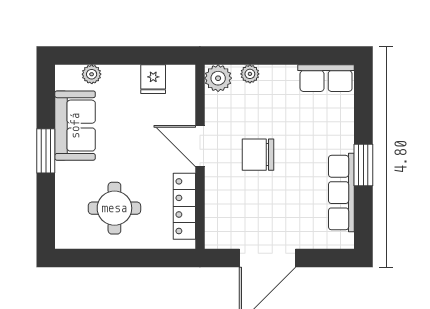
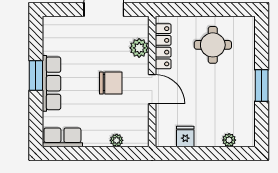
plant: (218, 78) -> (139, 48), moved
sofa: (75, 126) -> (241, 104), removed
row of seats: (341, 193) -> (52, 83), moved

